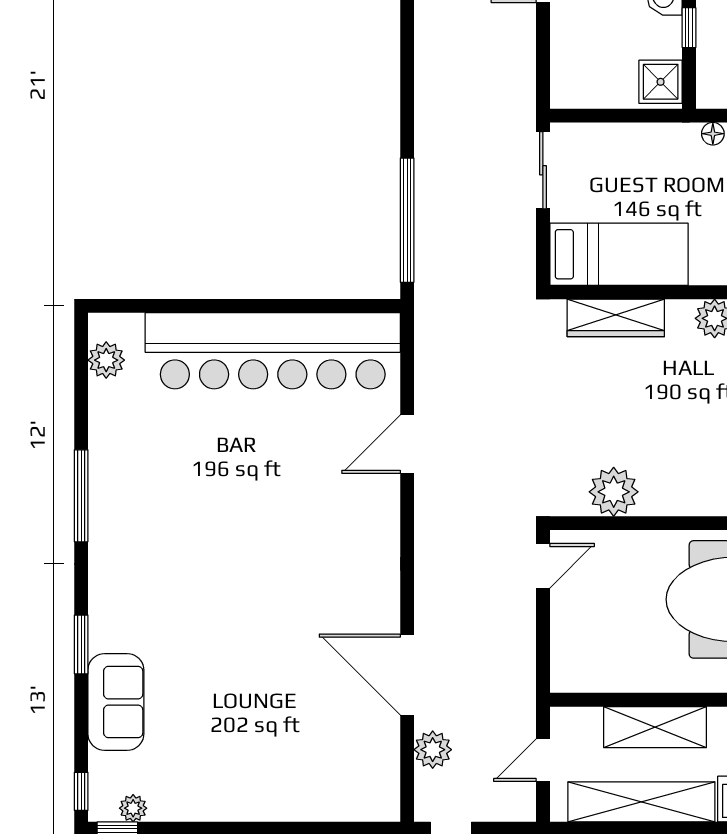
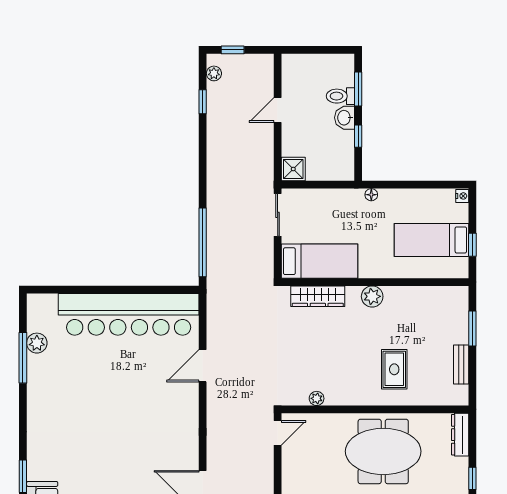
shower: (661, 82) -> (293, 169), moved
plant: (106, 360) -> (37, 343), moved
plant: (614, 492) -> (317, 398), width x0.53, depth x0.53
window: (81, 496) -> (23, 358), moved

